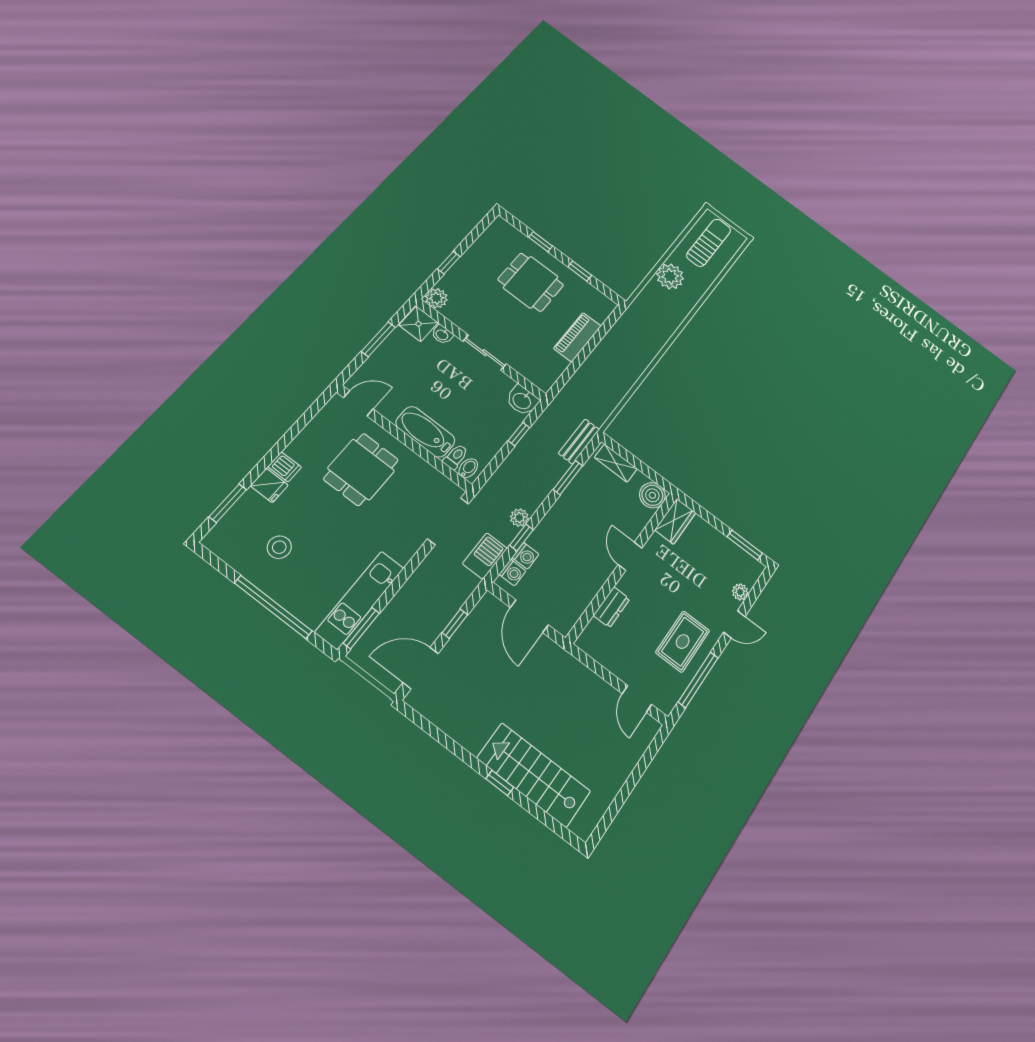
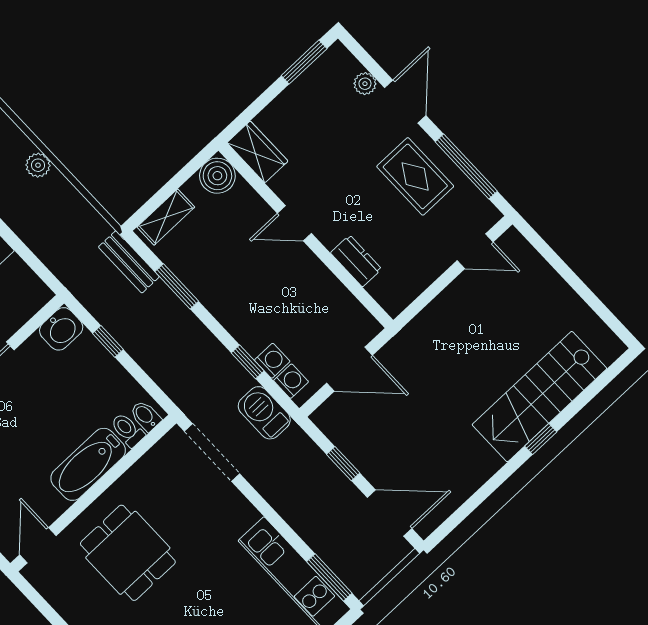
plant: (519, 518) -> (38, 165), moved
door: (734, 624) -> (405, 102), width x1.37
door: (421, 668) -> (390, 513), swing flipped

